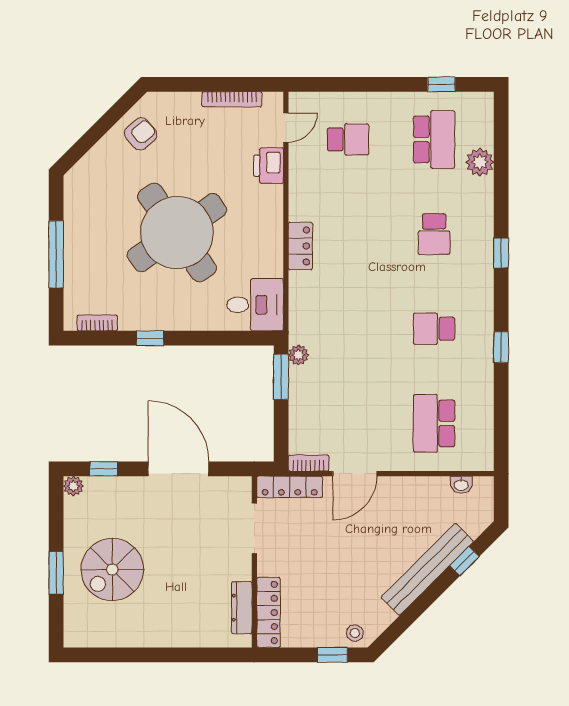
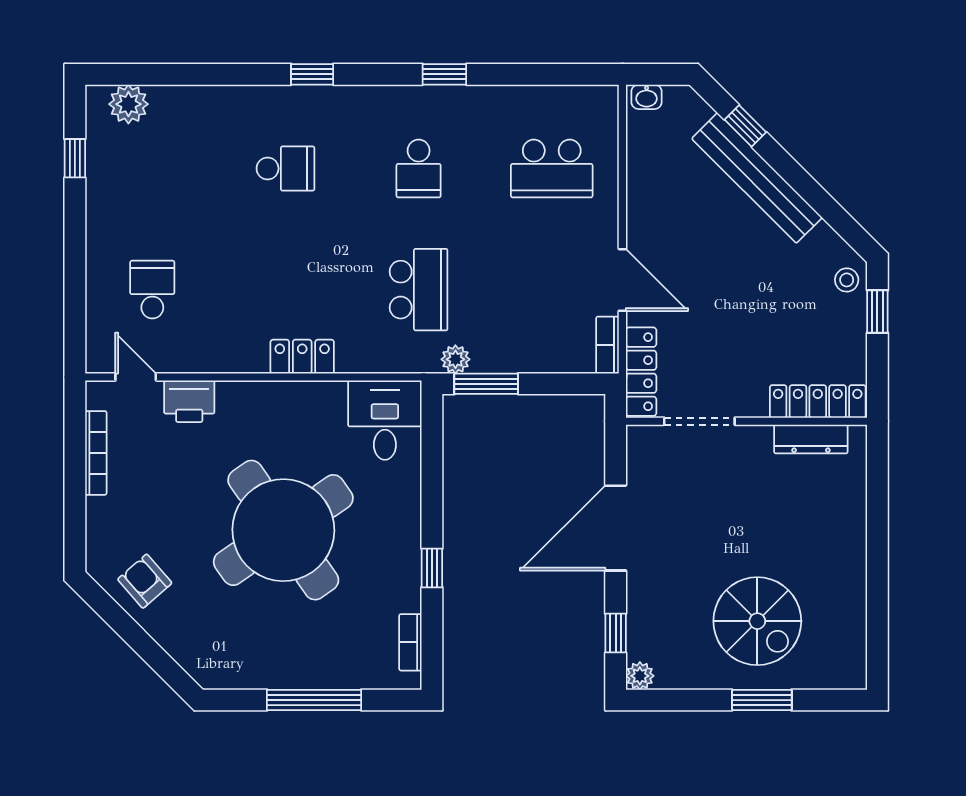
school desk: (434, 139) -> (419, 290), moved, turned 90
plant: (480, 162) -> (128, 104), moved
washbasin: (461, 485) -> (647, 97), moved, turned 90

